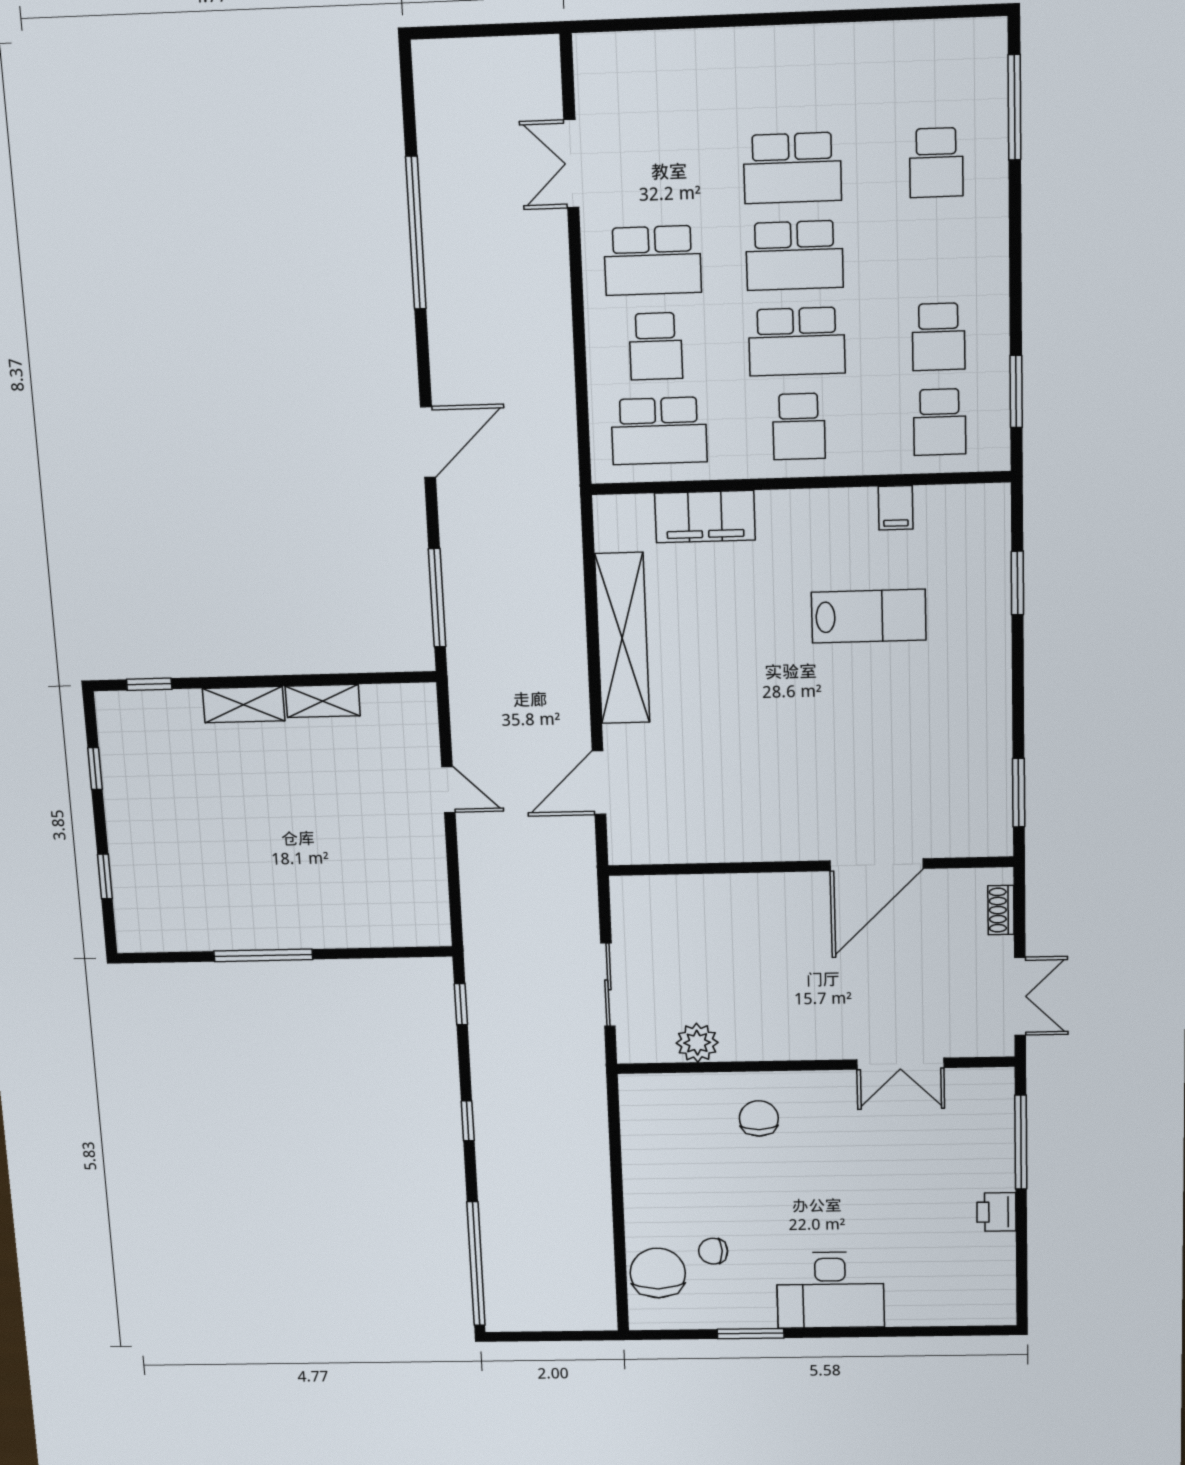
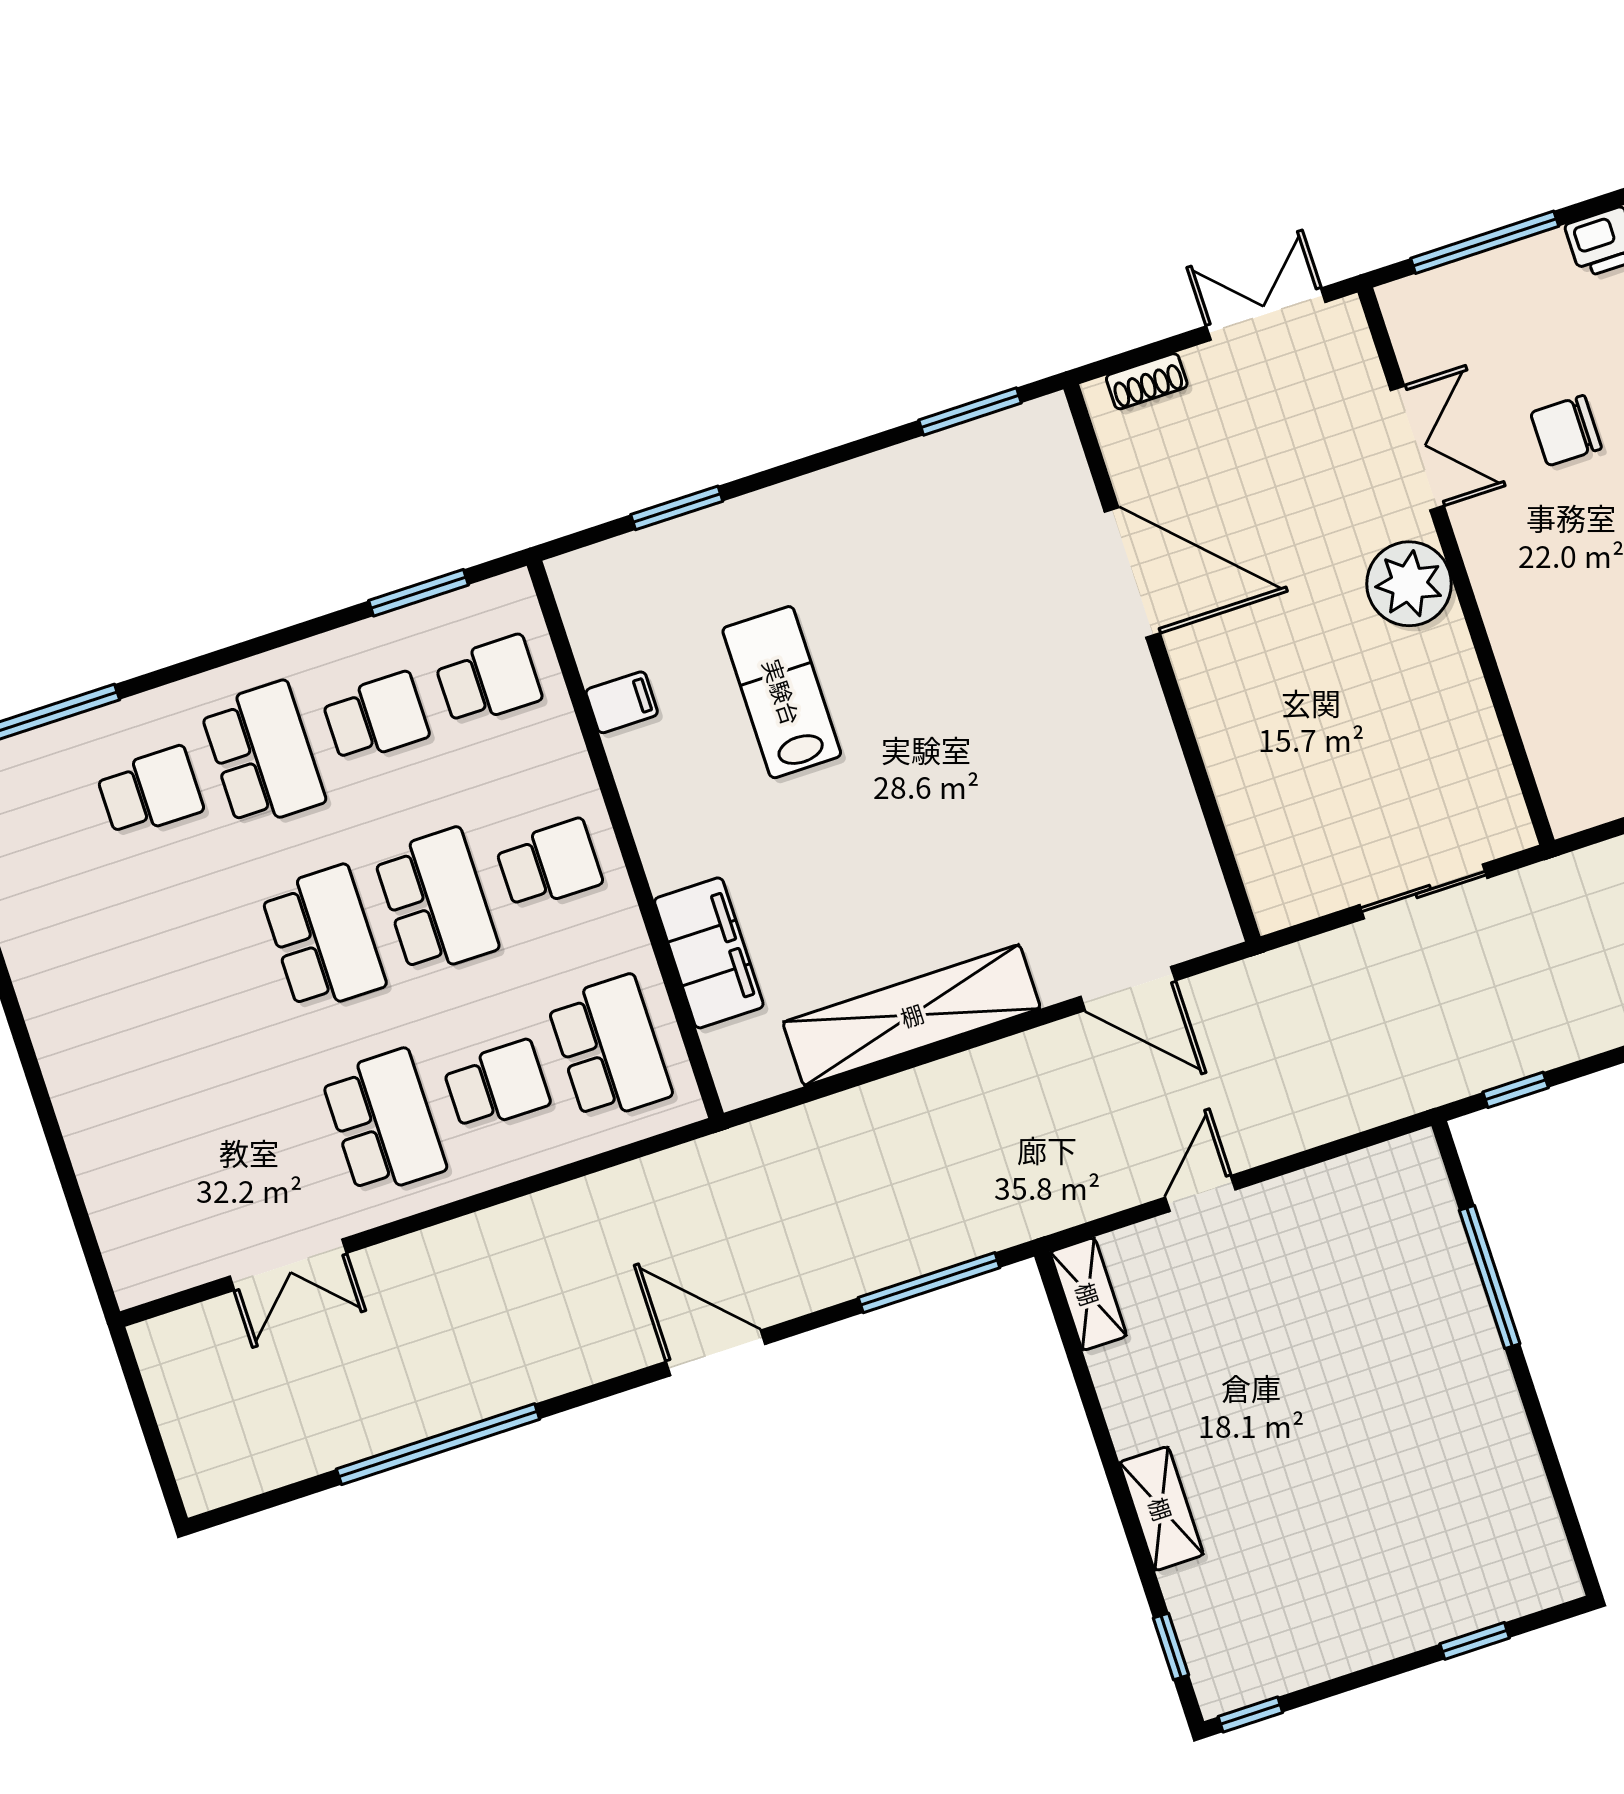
school desk: (792, 168) -> (263, 755), moved
shelving: (323, 701) -> (1088, 1294), moved
window: (95, 769) -> (1250, 1715), moved
window: (263, 955) -> (1490, 1277), moved
plant: (697, 1043) -> (1409, 584), moved, width x1.36, depth x1.36
chair: (759, 1118) -> (1566, 431), moved

